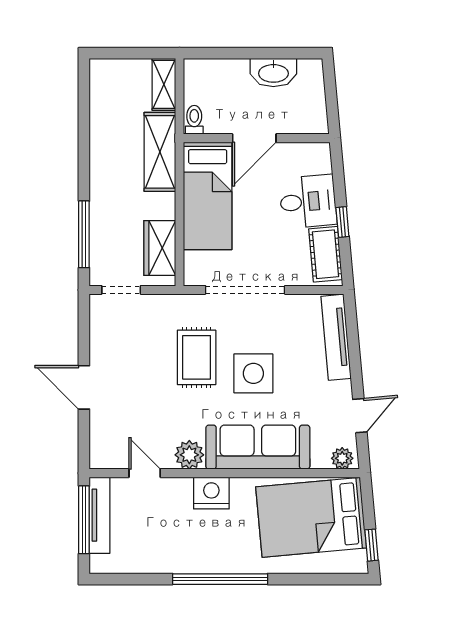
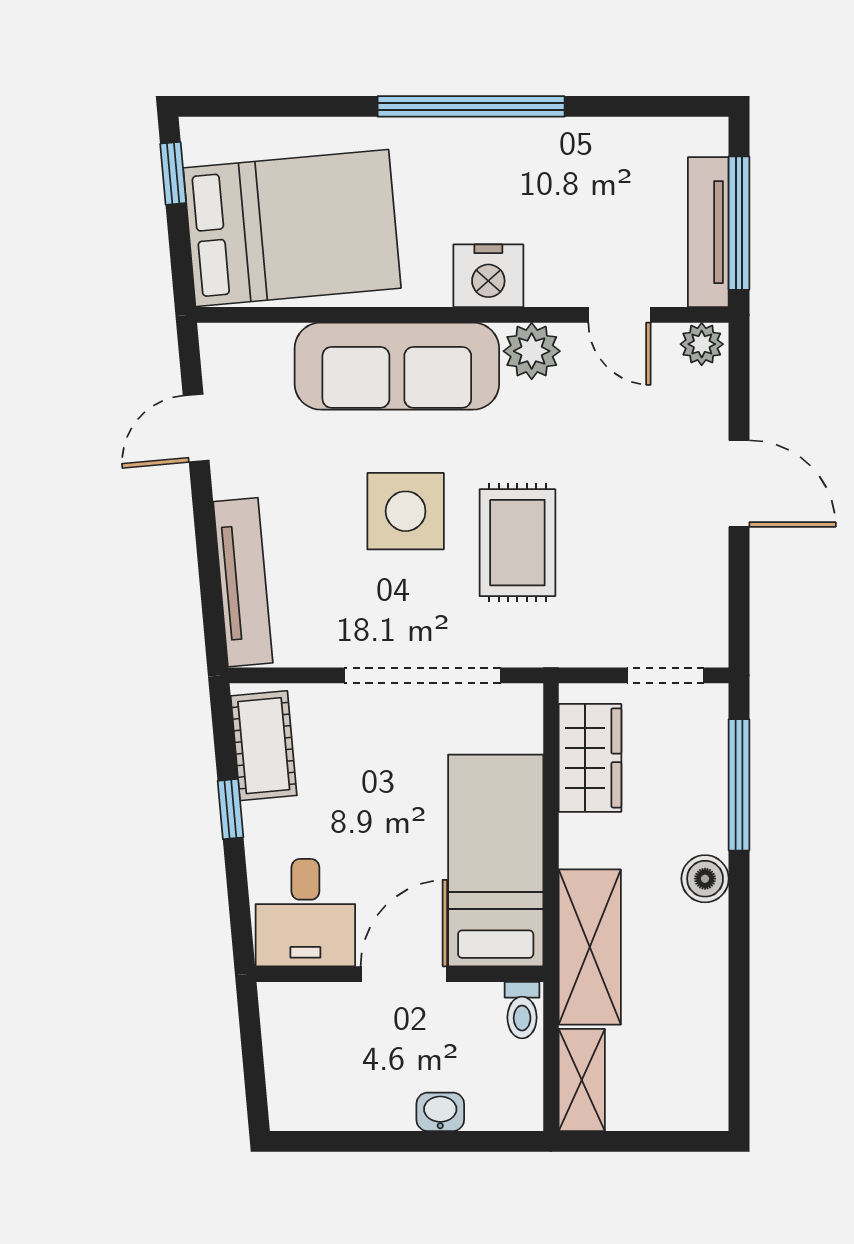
washbasin: (273, 73) -> (440, 1112), moved, width x0.52, depth x0.69
boiler: (101, 187) -> (705, 879), added
desk: (308, 202) -> (305, 913), moved, turned -85
plant: (342, 458) -> (702, 344), moved

